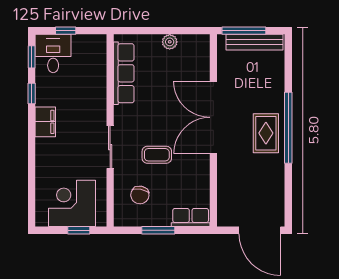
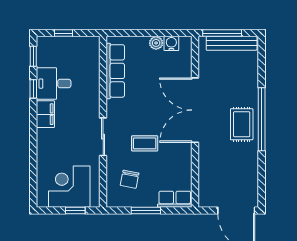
water cooler: (187, 42) -> (171, 43), added
desk: (53, 54) -> (54, 84), moved, turned -90

